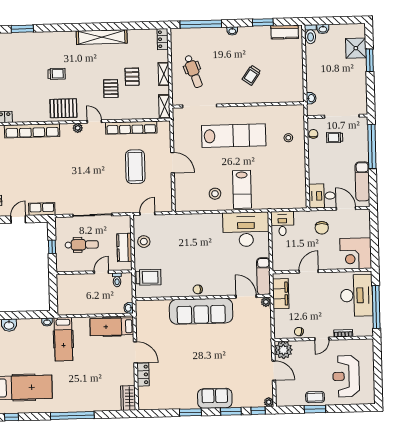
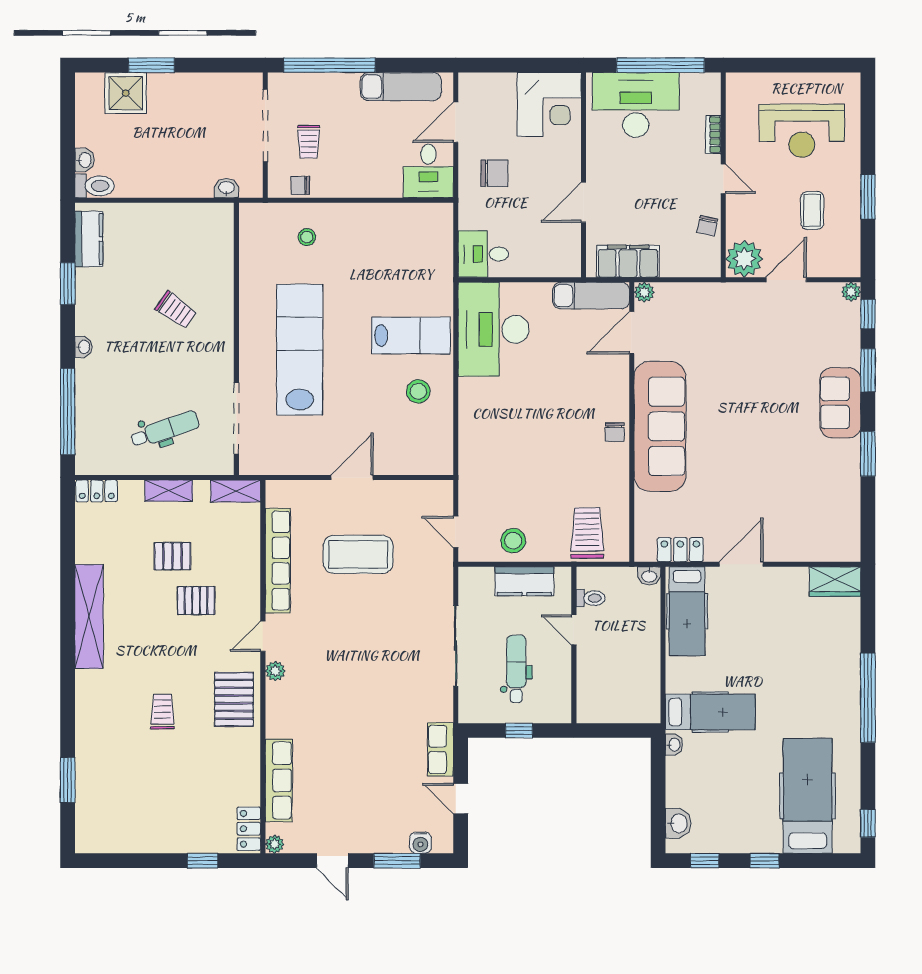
row of seats: (32, 131) -> (279, 780), width x0.73
door: (309, 271) -> (584, 202), hinge flipped
locker: (143, 375) -> (680, 550), moved
coffee table: (315, 397) -> (812, 210), moved

